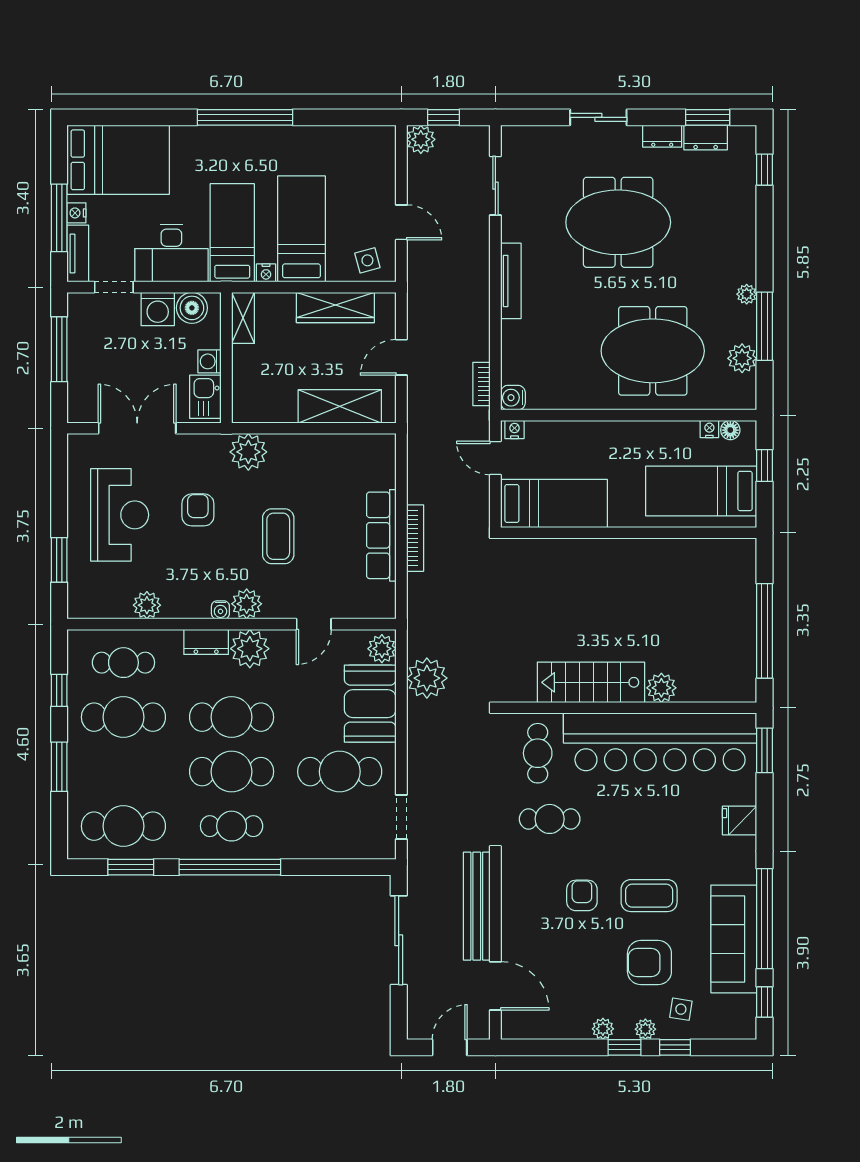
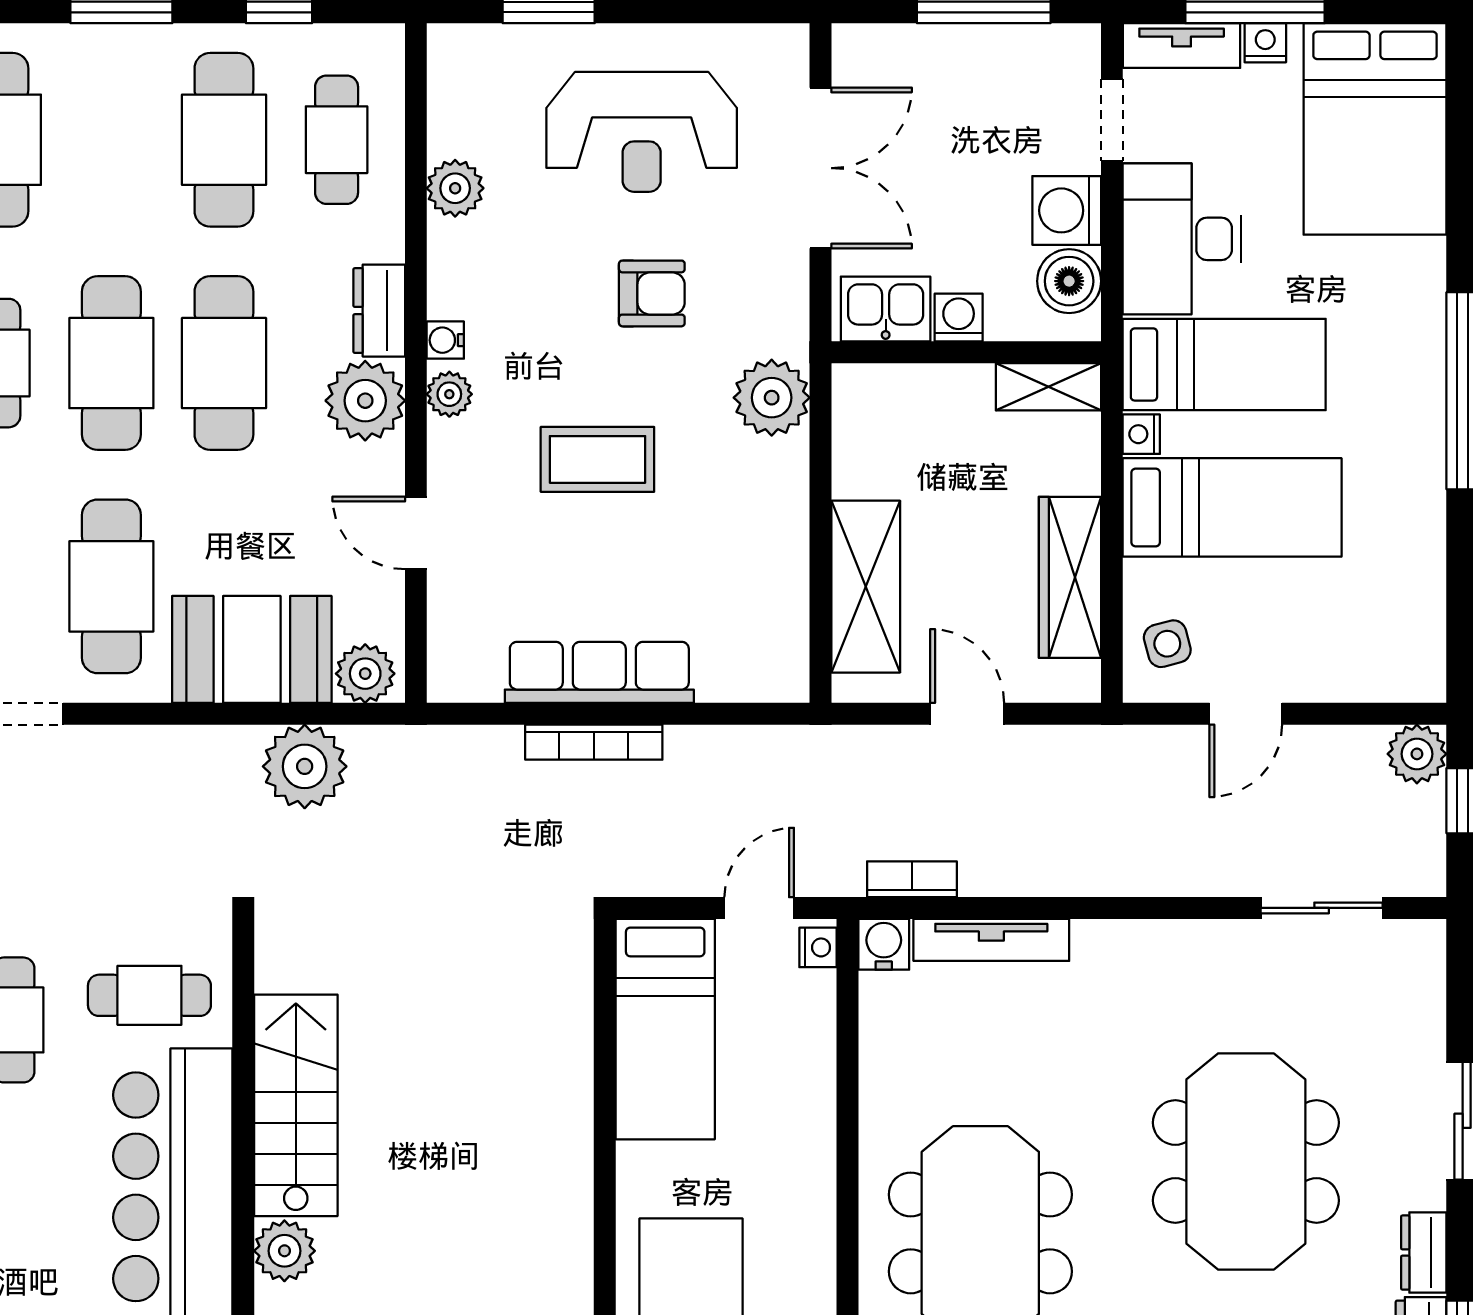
tv unit: (511, 281) -> (991, 940), moved
plant: (247, 604) -> (449, 394), width x0.73, depth x0.73

